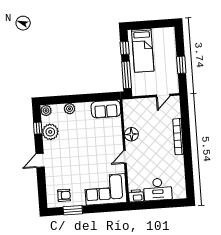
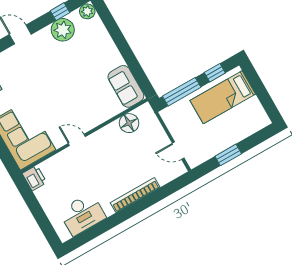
plant: (70, 109) -> (104, 40), removed
floor lamp: (131, 134) -> (129, 123), moved
desk: (158, 189) -> (82, 214), moved, turned -90

